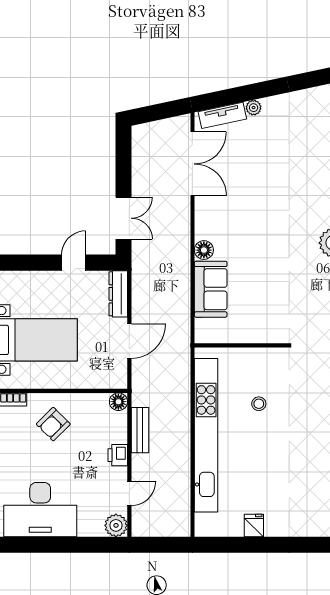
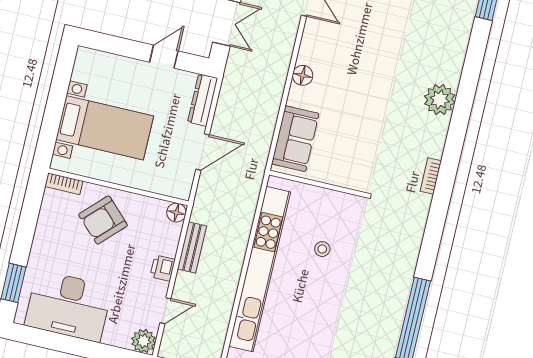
sofa: (211, 289) -> (295, 139), moved
armchair: (53, 424) -> (103, 220), width x1.38, depth x1.38

